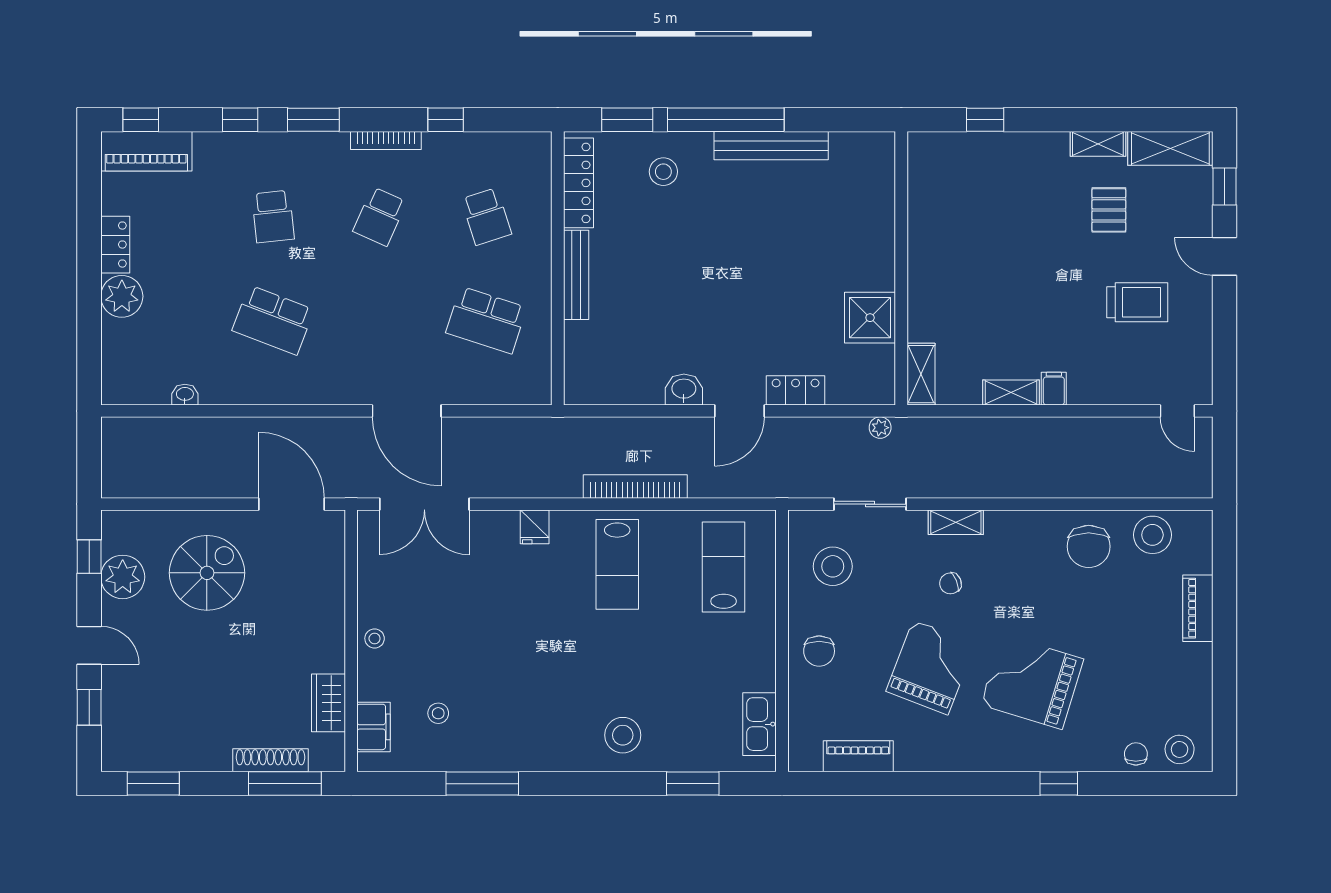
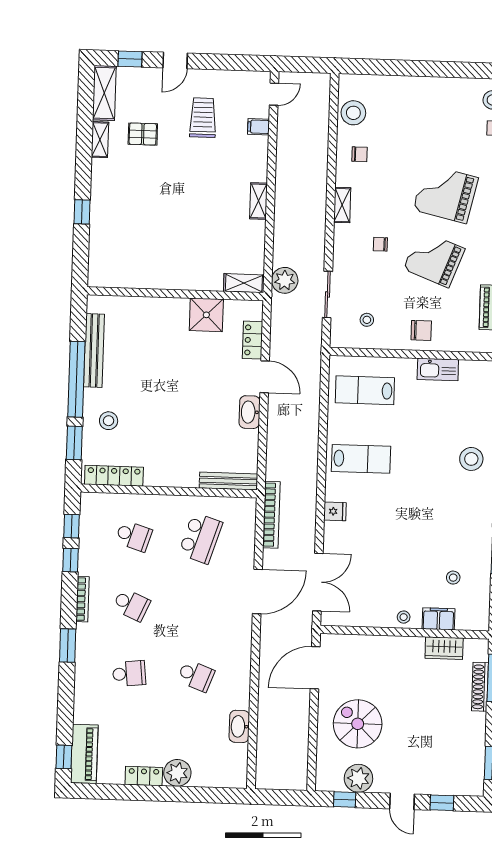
window: (240, 120) -> (72, 526), moved
school desk: (486, 216) -> (134, 536), turned 36
wall: (901, 268) -> (175, 294), moved
bench: (576, 275) -> (228, 481), moved
shower: (870, 318) -> (206, 315), moved
school desk: (273, 320) -> (196, 676), width x0.54
shelving: (921, 374) -> (244, 283), moved
filing cabinet: (1054, 389) -> (258, 127), moved
washbasin: (684, 390) -> (250, 412), width x1.38
washbasin: (185, 395) -> (239, 726), width x1.91, depth x1.45
plant: (880, 428) -> (285, 280), width x1.87, depth x1.87
bookcase: (635, 486) -> (271, 515), moved, turned 180
shelving: (956, 522) -> (342, 205), moved
chair: (1089, 546) -> (360, 154), width x0.54, depth x0.54
stool: (833, 566) -> (367, 320), width x0.53, depth x0.53
chair: (950, 583) -> (380, 244), turned 112
piano: (1198, 608) -> (402, 85), removed
door: (89, 645) -> (402, 801), swing flipped
grand piano: (1032, 682) -> (446, 194), turned 86
kitchen sink: (759, 724) -> (438, 369), moved
filing cabinet: (374, 727) -> (438, 619), moved

